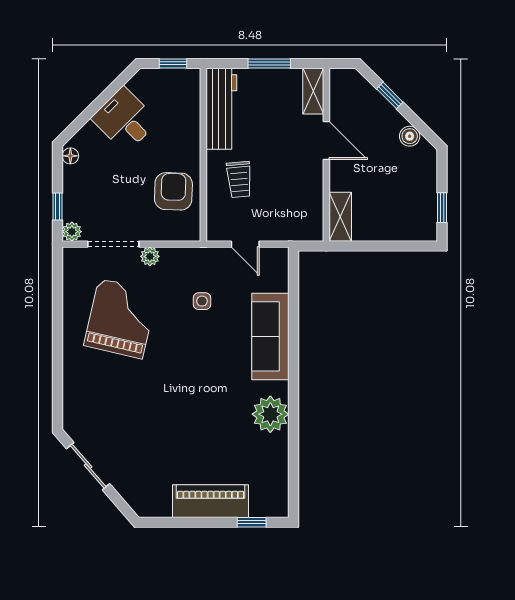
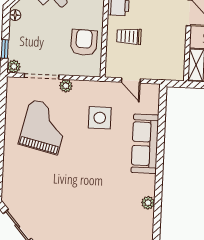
trolley: (239, 179) -> (129, 36), turned 95
side table: (202, 301) -> (100, 118), width x1.87, depth x1.87
plant: (270, 414) -> (148, 203), width x0.53, depth x0.53

